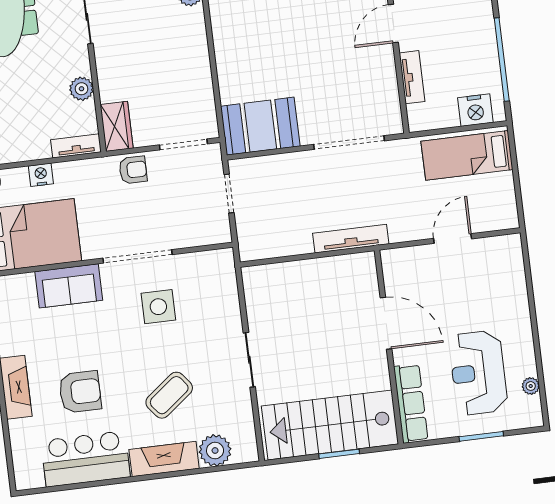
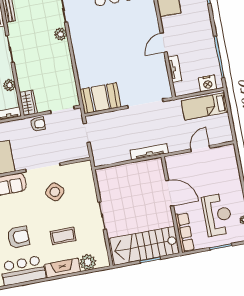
side table: (158, 307) -> (55, 192), turned 45
reception desk: (478, 373) -> (217, 215), turned 180
coffee table: (169, 395) -> (63, 236), turned 38

